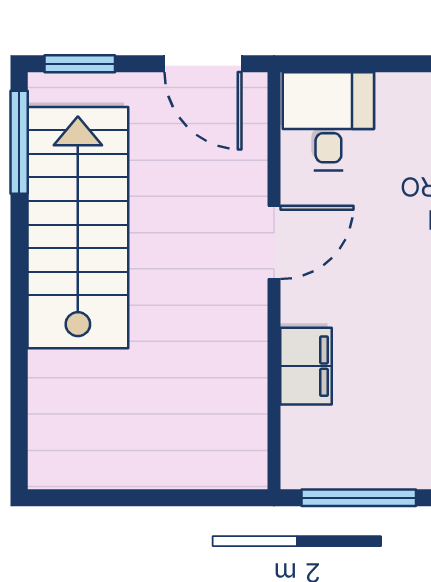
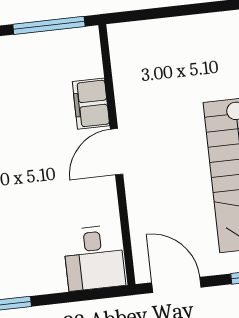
door: (274, 242) -> (117, 152), moved

